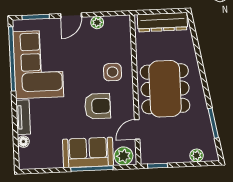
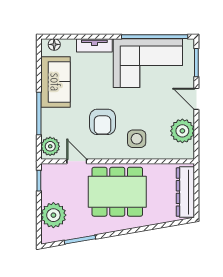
plant: (97, 23) -> (182, 131), width x1.88, depth x1.88
floor lamp: (23, 142) -> (54, 44), moved
sofa: (88, 152) -> (56, 82), moved
plant: (197, 155) -> (53, 215), width x1.88, depth x1.88

